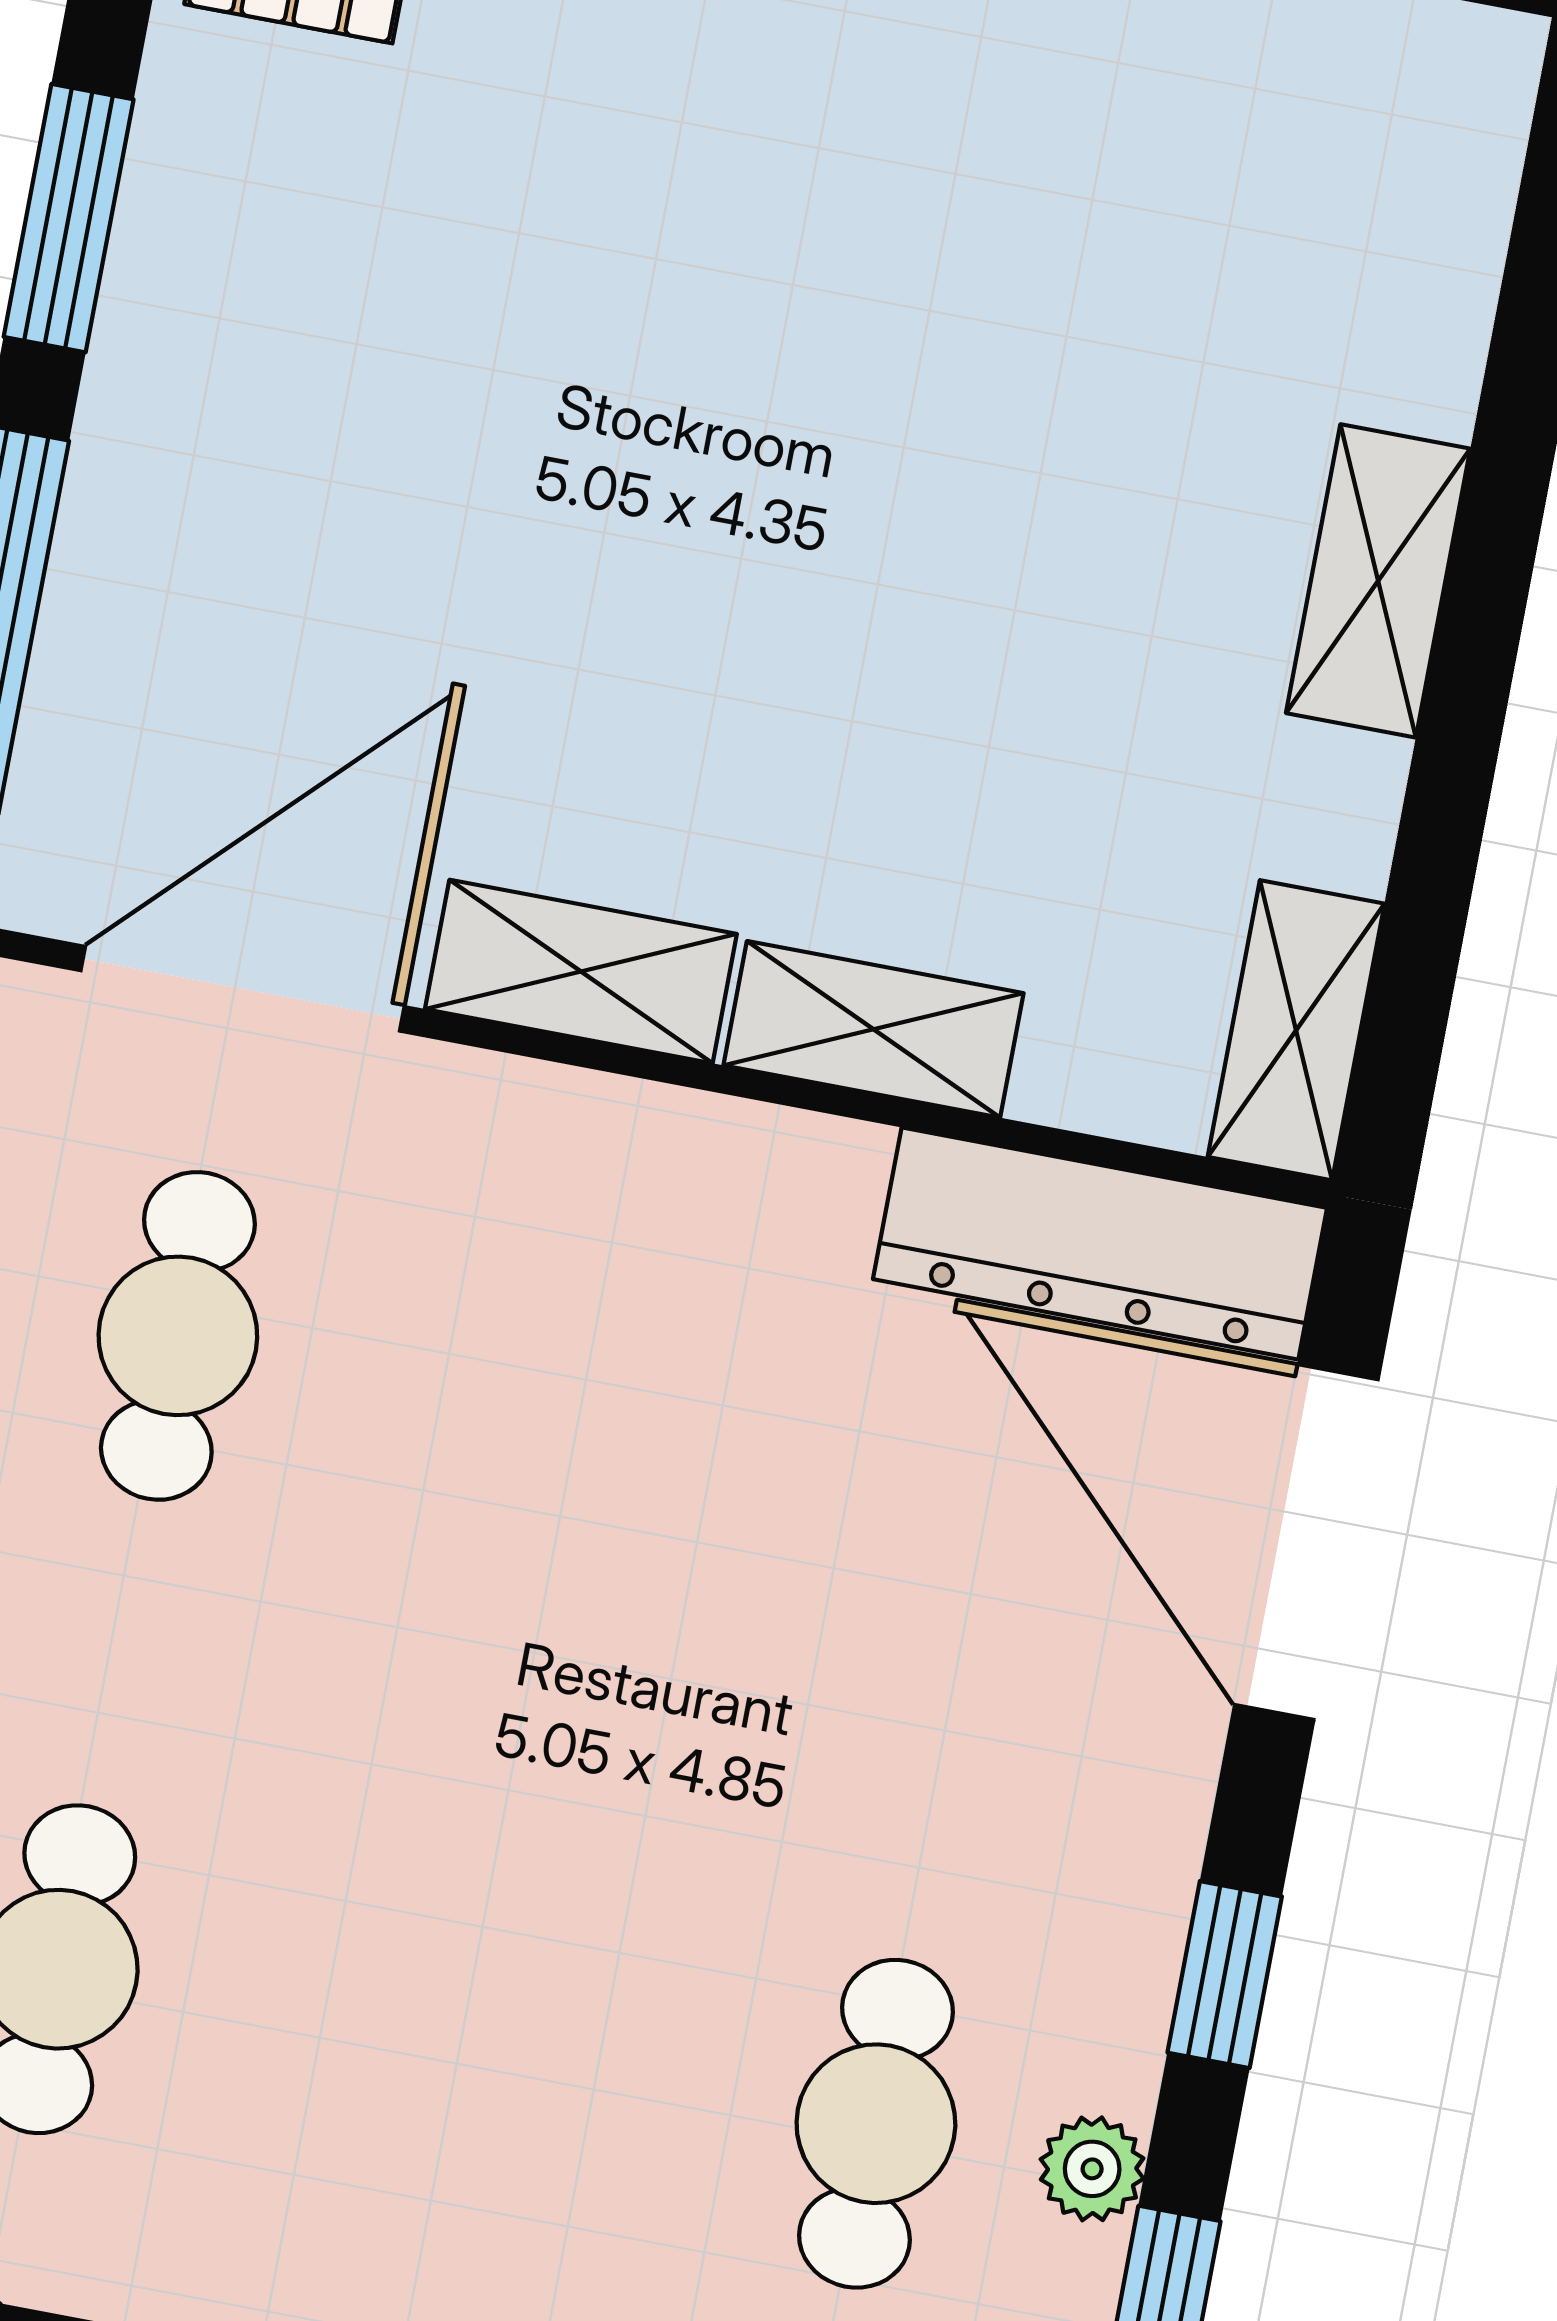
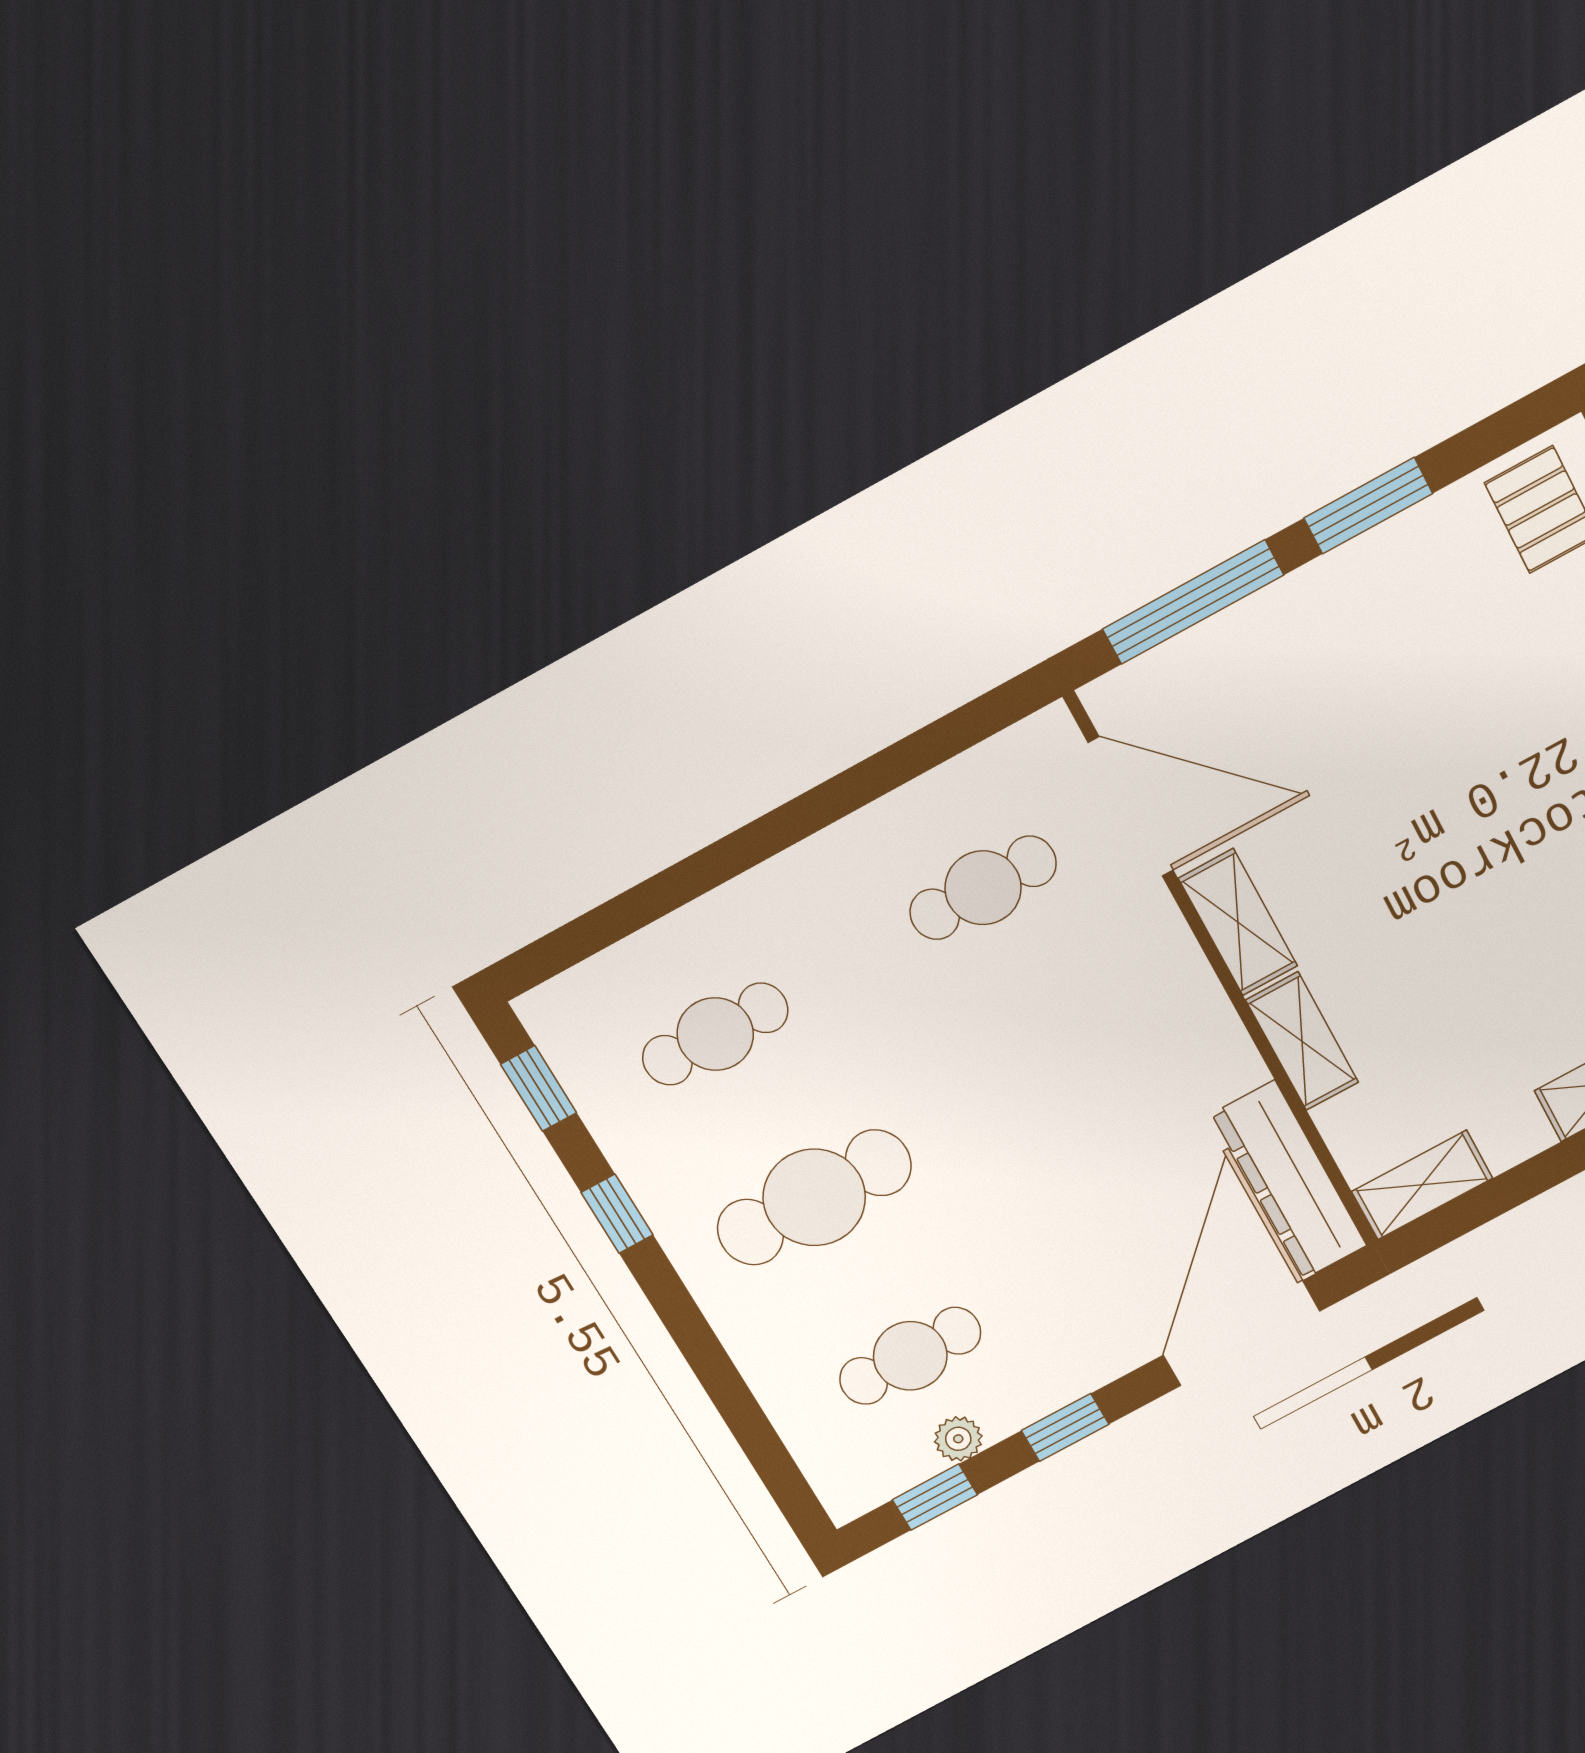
cafe table: (467, 2046) -> (814, 1197), added

